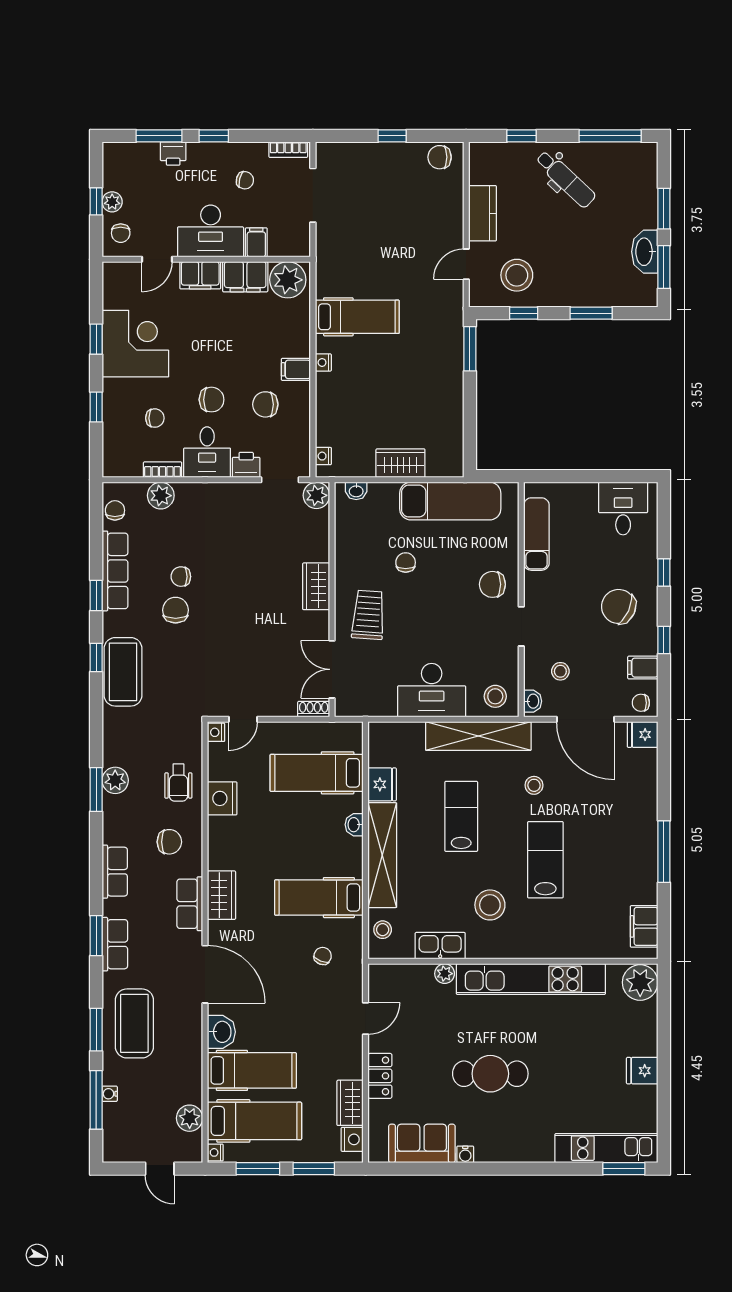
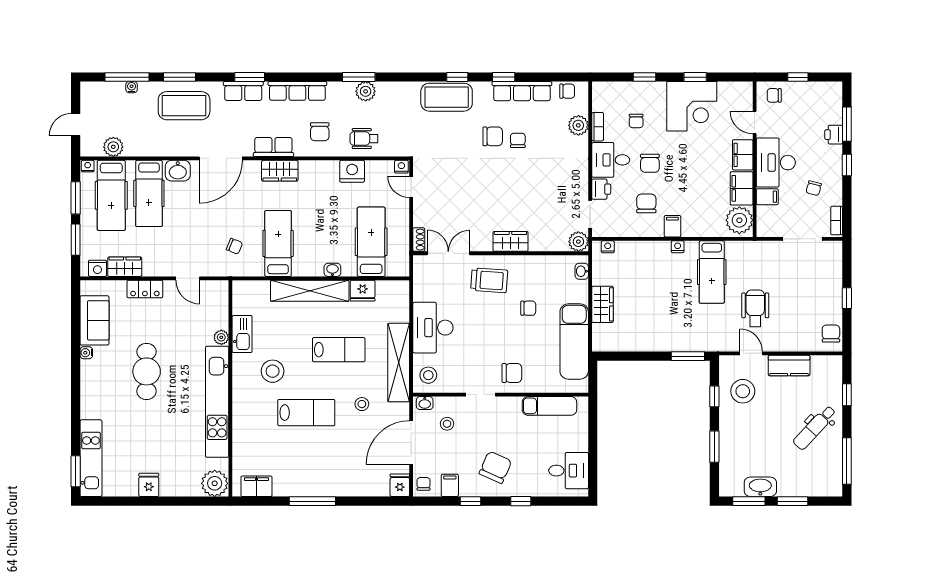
plant: (112, 202) -> (798, 89), removed
wheelchair: (406, 258) -> (755, 308), added
chair: (492, 584) -> (512, 373), turned 90
row of seats: (115, 872) -> (297, 91), width x1.48
stool: (383, 930) -> (254, 291), removed

